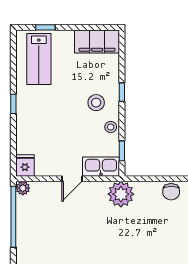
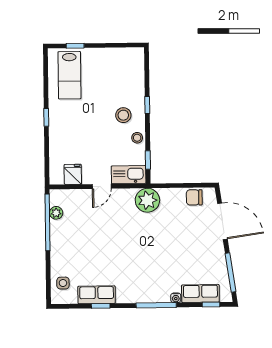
filing cabinet: (97, 42) -> (123, 58), removed
fridge: (25, 165) -> (73, 174), moved
plant: (23, 188) -> (56, 213), moved
chair: (171, 192) -> (194, 197), turned 90

